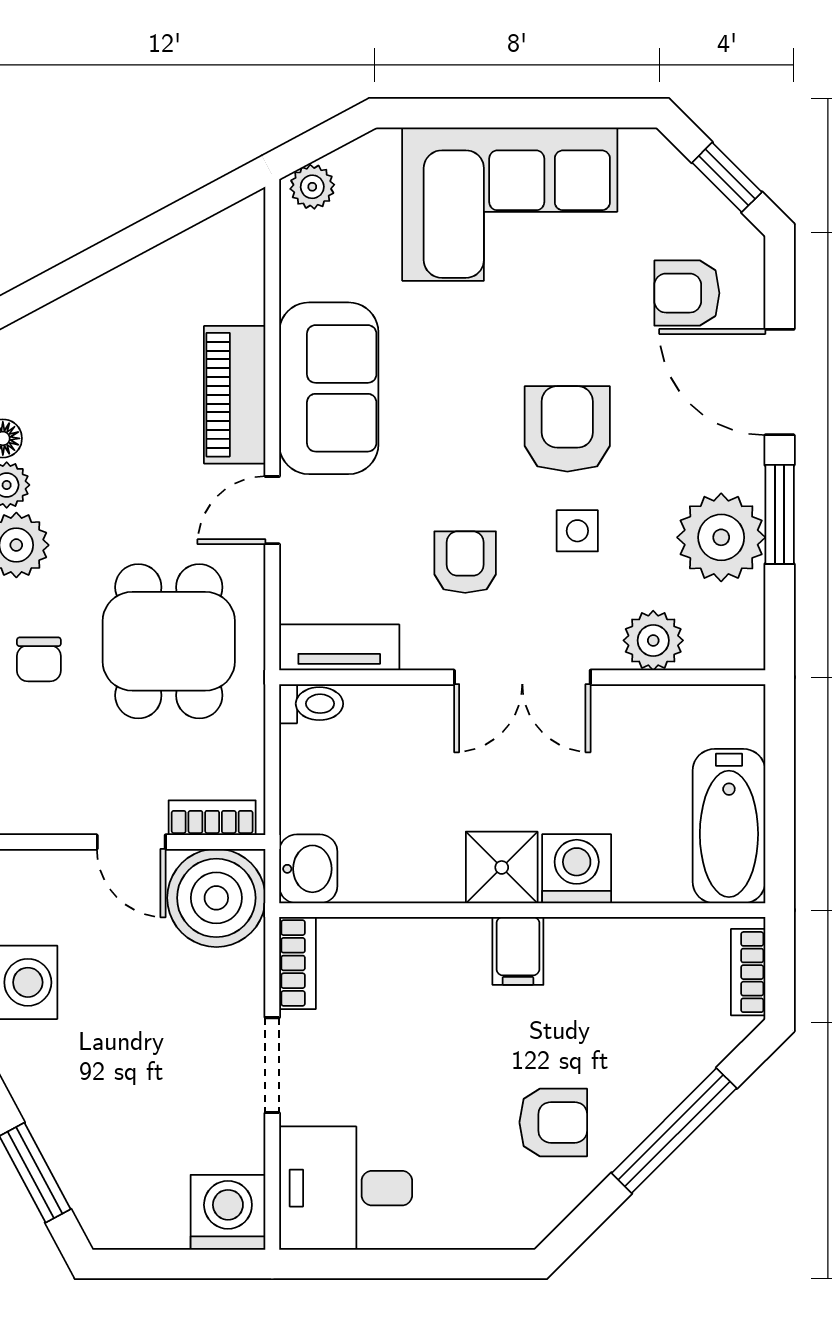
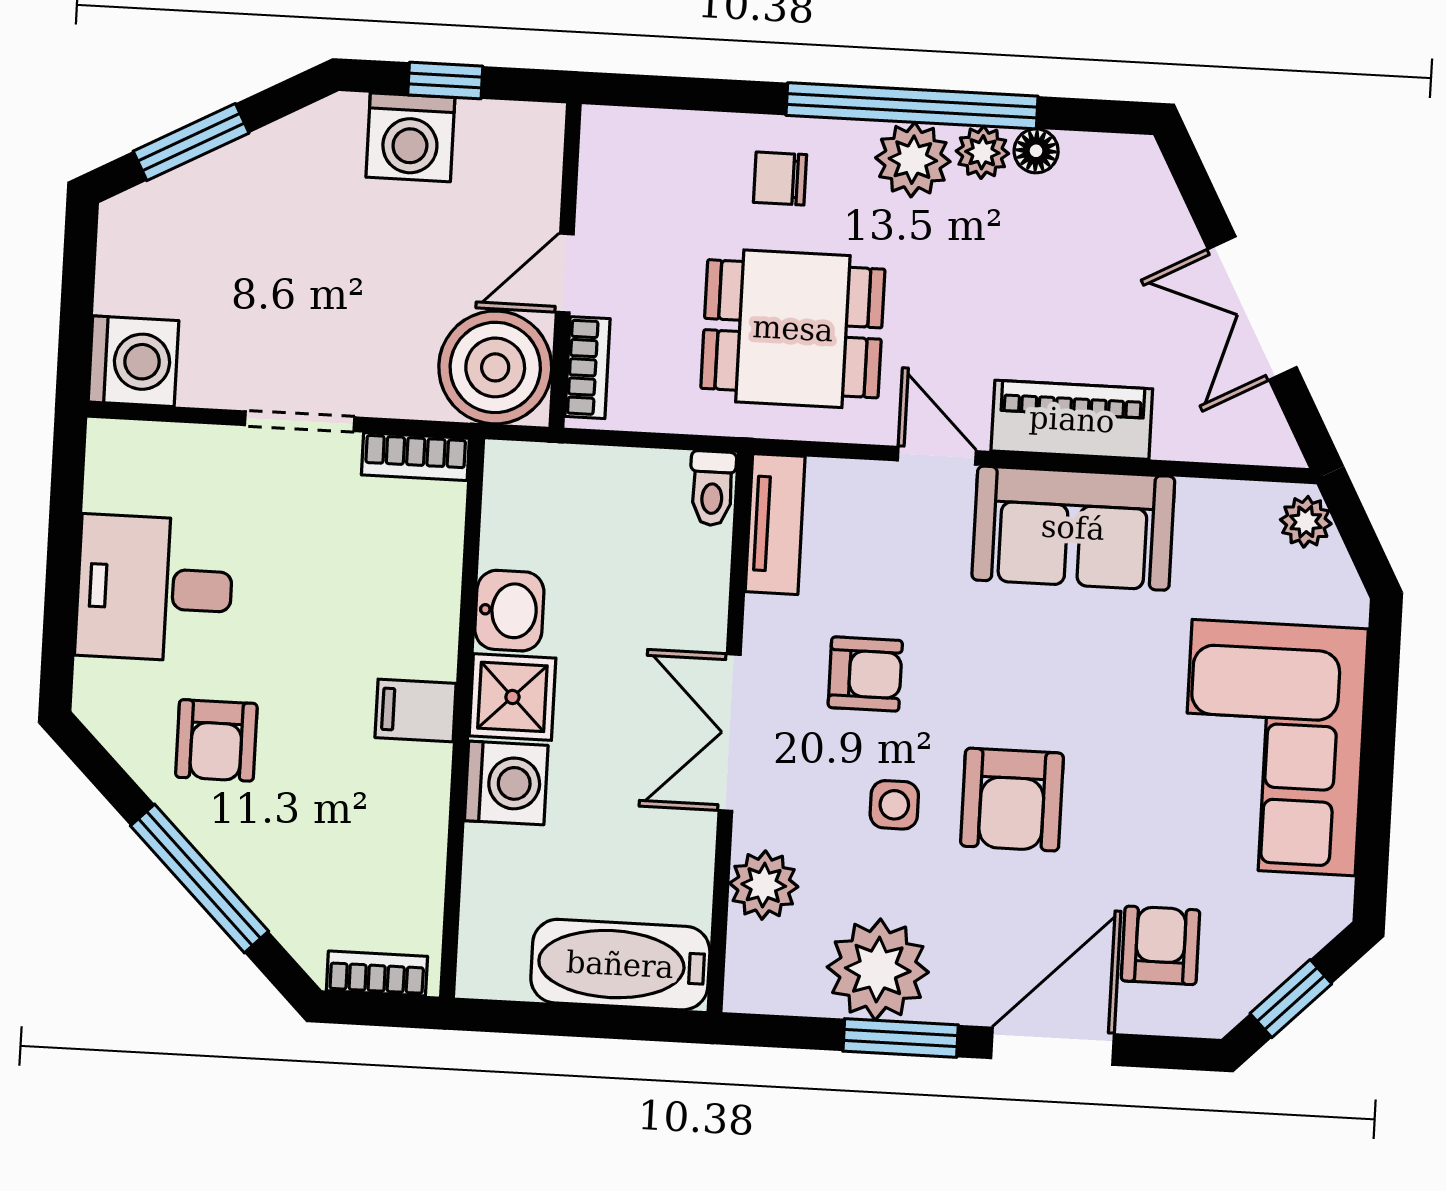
double door: (129, 243) -> (1252, 308), added
armchair: (567, 429) -> (1012, 800), turned 90
bathtub: (729, 826) -> (620, 965), moved
washbasin: (308, 869) -> (509, 611), moved, turned -90
desk: (346, 1188) -> (155, 588), moved, turned -90

